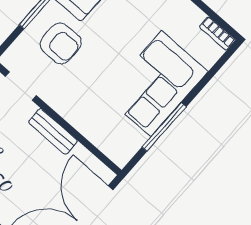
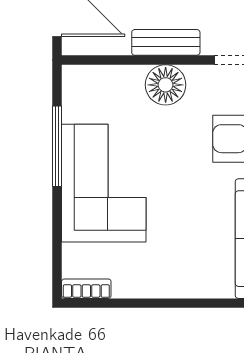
floor lamp: (74, 108) -> (166, 85), added

